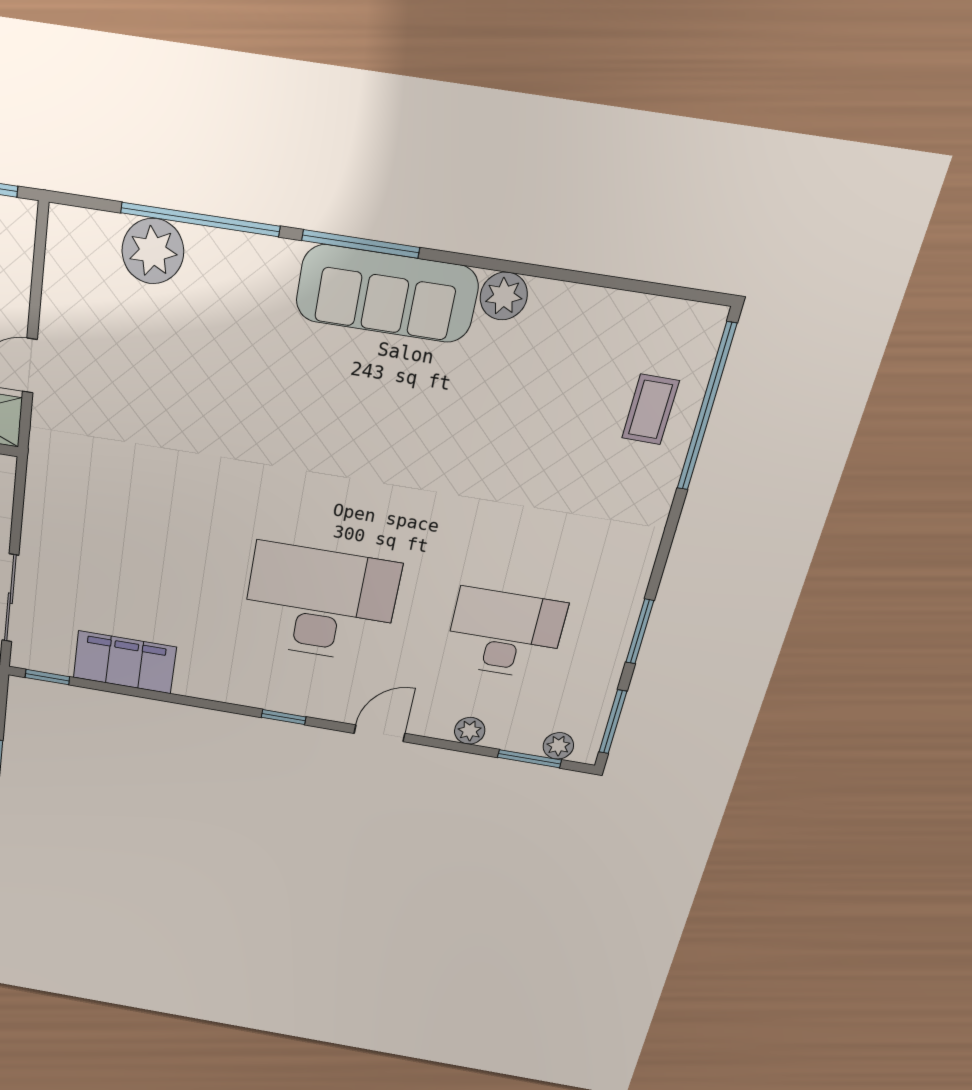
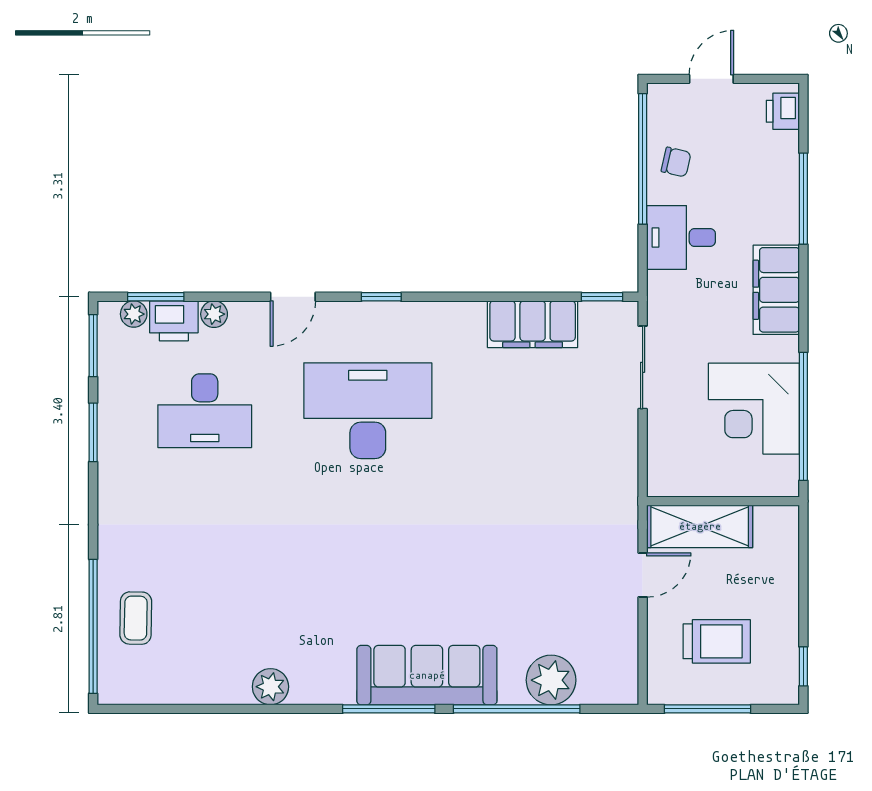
sofa: (387, 294) -> (427, 675), moved
desk: (320, 603) -> (368, 411), turned 180
printer: (516, 732) -> (174, 321), added

